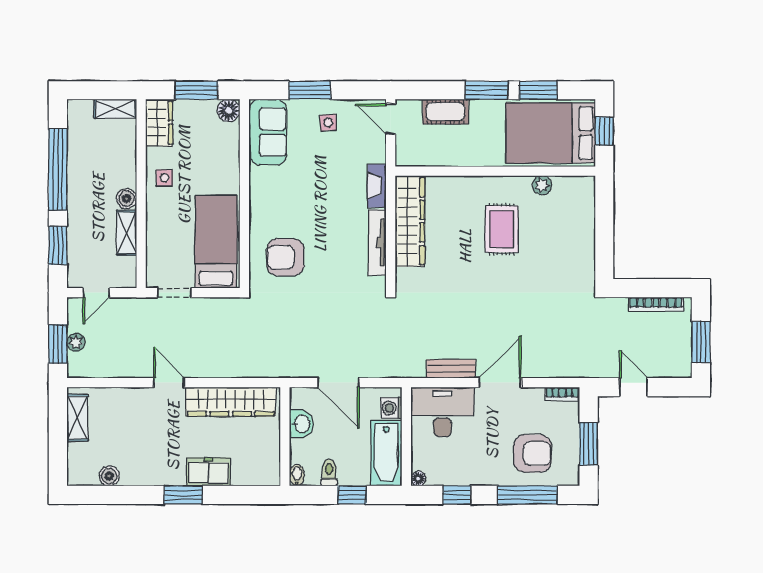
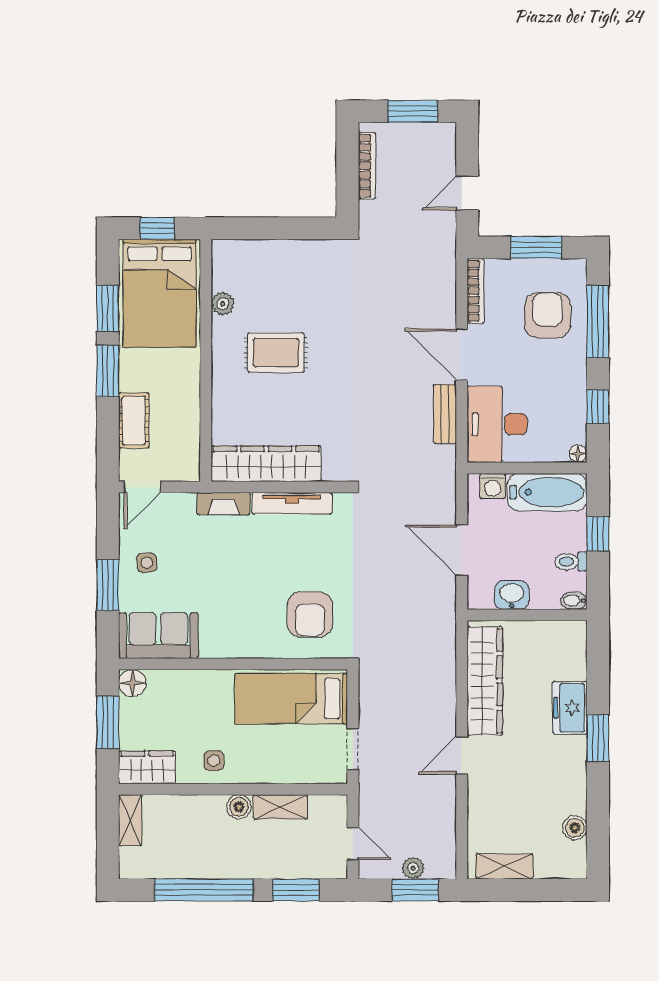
door: (338, 383) -> (462, 550), swing flipped
bookcase: (562, 394) -> (476, 291), width x1.56

